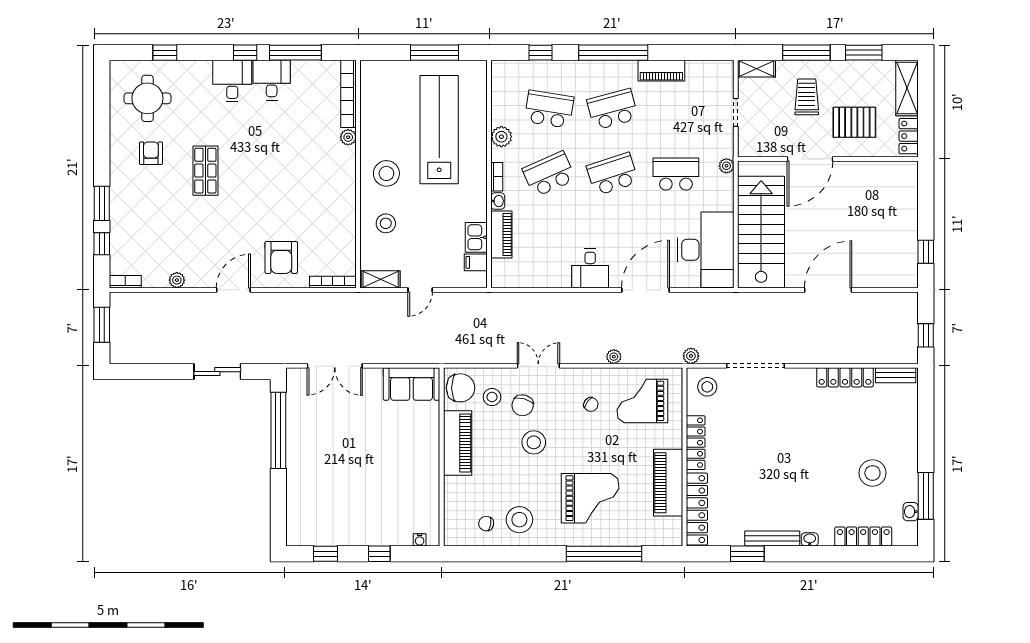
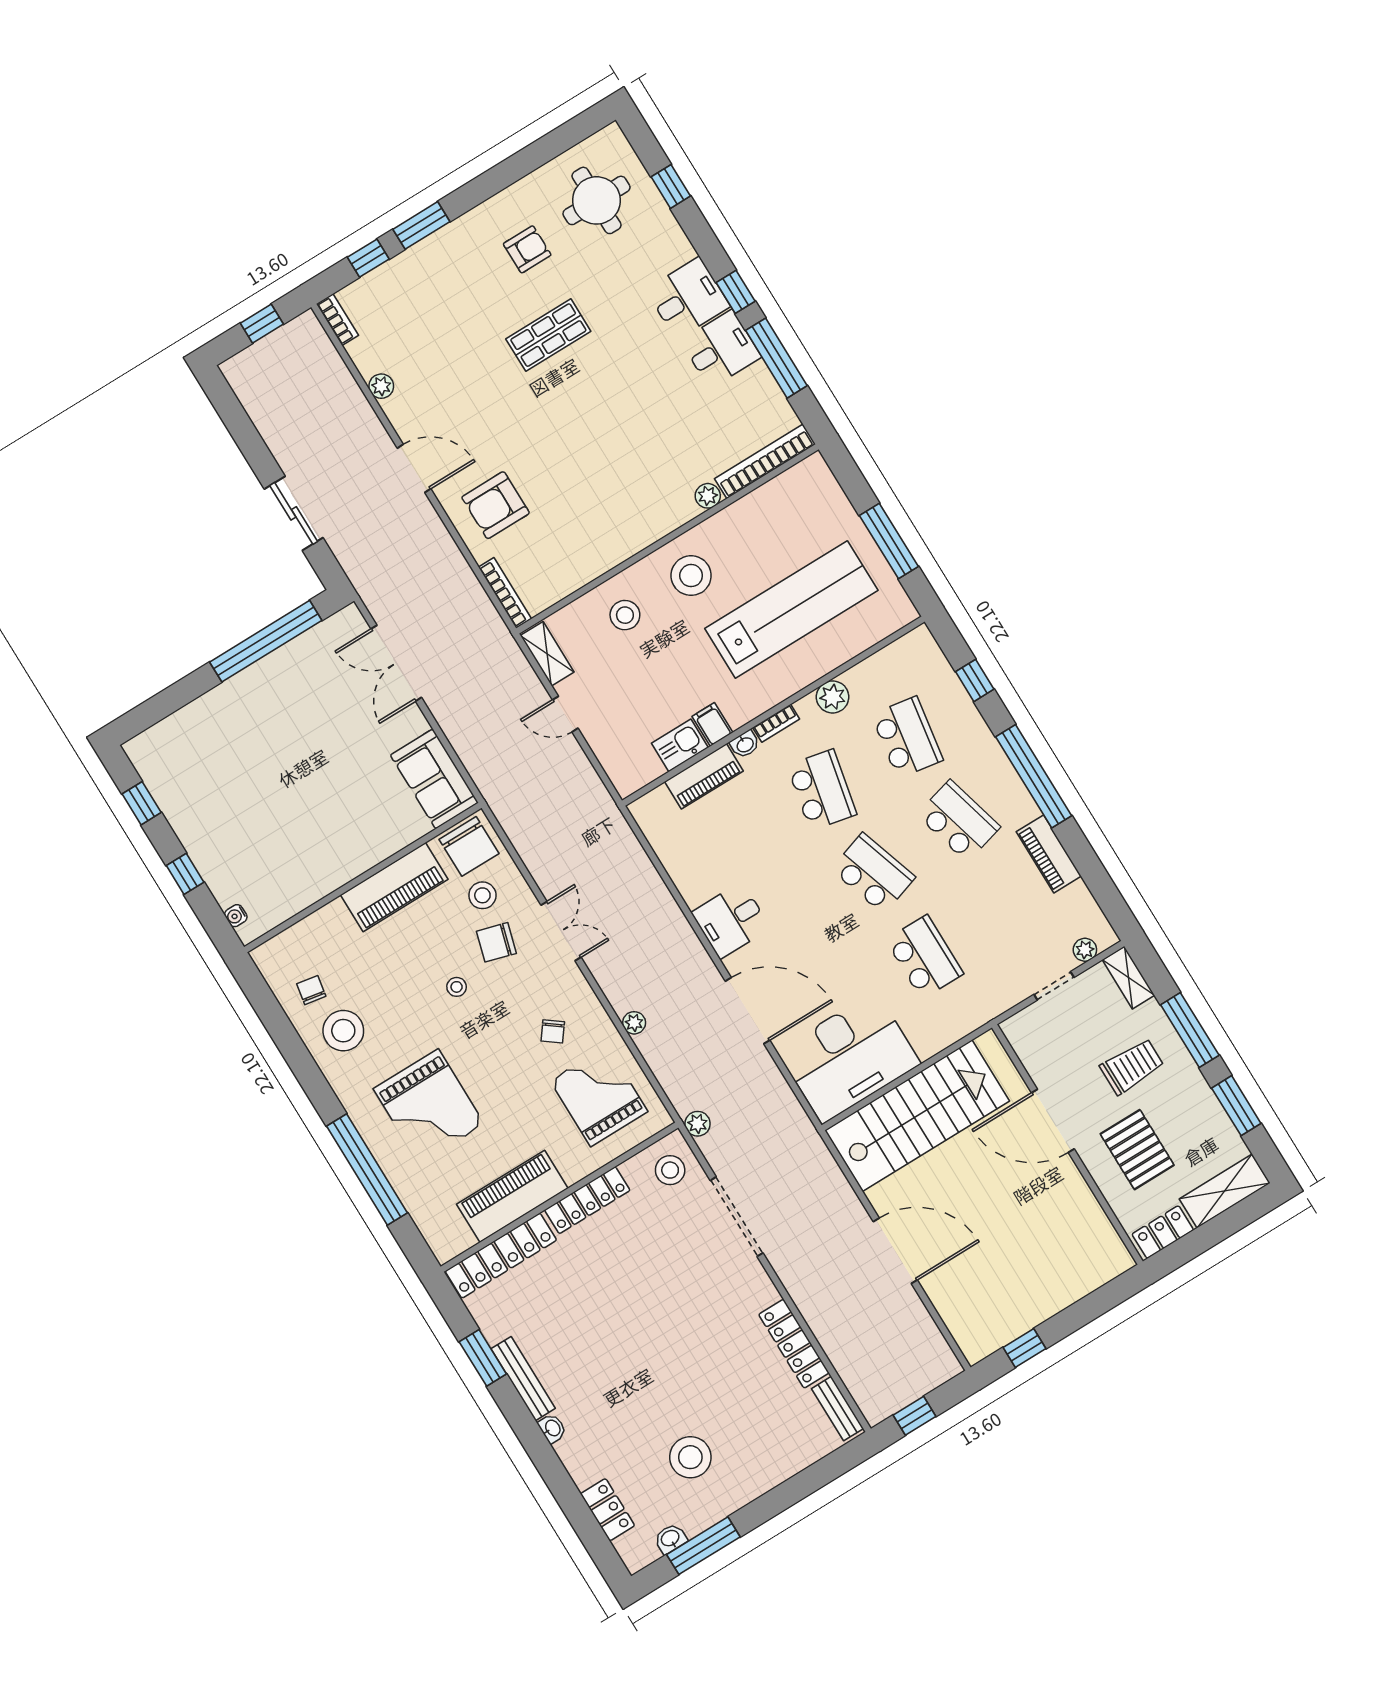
plant: (726, 166) -> (1085, 950), moved
school desk: (549, 174) -> (822, 790), turned 36
filing cabinet: (476, 262) -> (712, 724), moved
window: (102, 325) -> (262, 324), width x0.67
stool: (534, 442) -> (457, 987), width x0.53, depth x0.53
locker: (863, 537) -> (608, 1510), width x0.66

